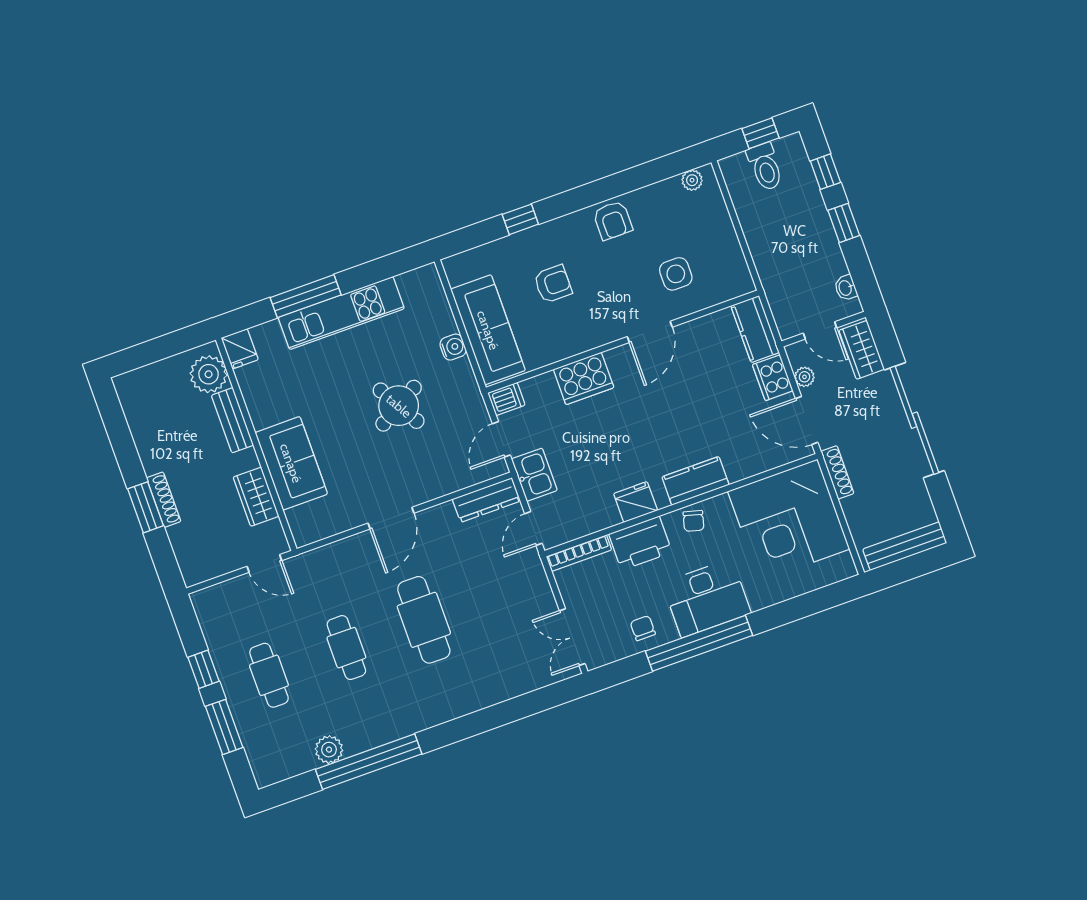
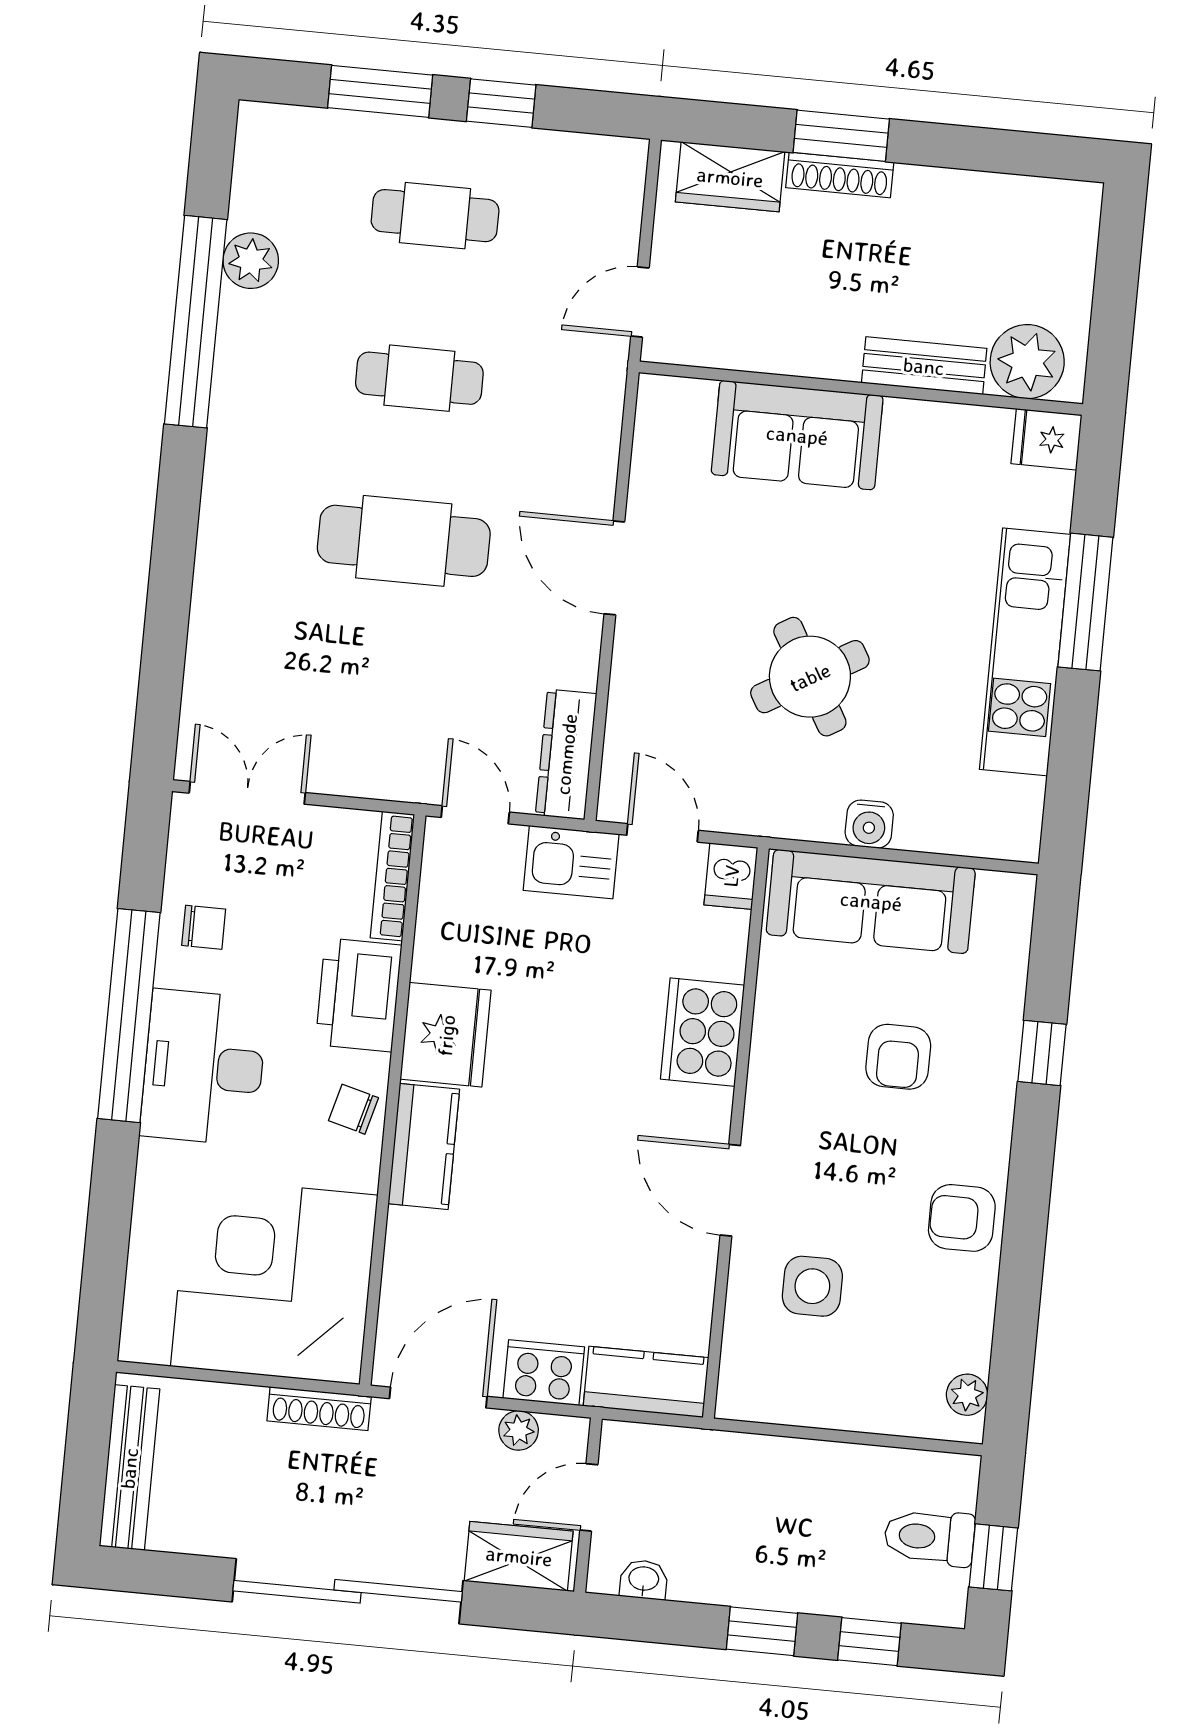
wardrobe: (256, 497) -> (730, 177), moved, turned 180
fridge: (636, 502) -> (446, 1035), width x1.36, depth x1.34

